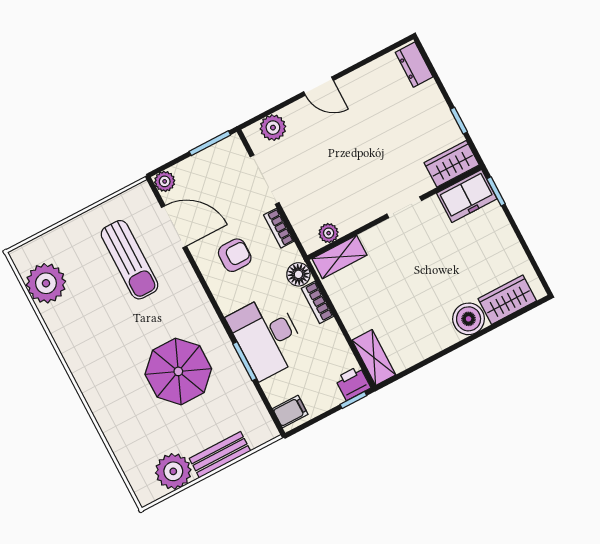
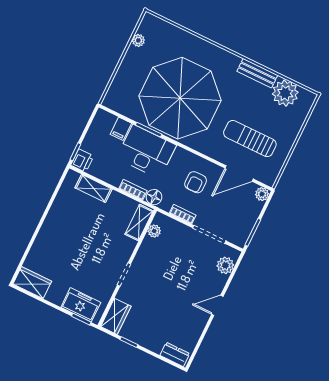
freezer: (467, 196) -> (81, 305), moved, turned 90
wardrobe: (507, 300) -> (32, 283), moved, turned -90
boiler: (469, 319) -> (46, 240), removed
shelving: (374, 358) -> (94, 188), moved
parasol: (178, 371) -> (180, 98), width x1.86, depth x1.86
filing cabinet: (290, 412) -> (121, 129), moved
bench: (220, 455) -> (257, 73), moved, turned 90
plant: (173, 471) -> (138, 40), width x0.53, depth x0.53

